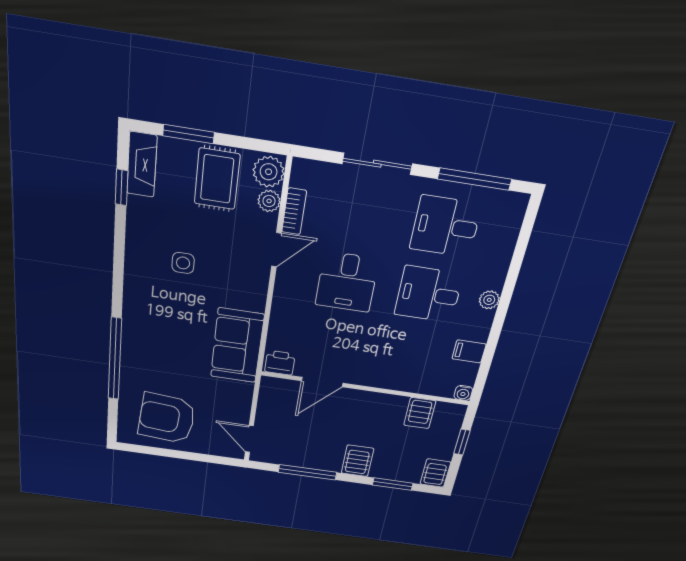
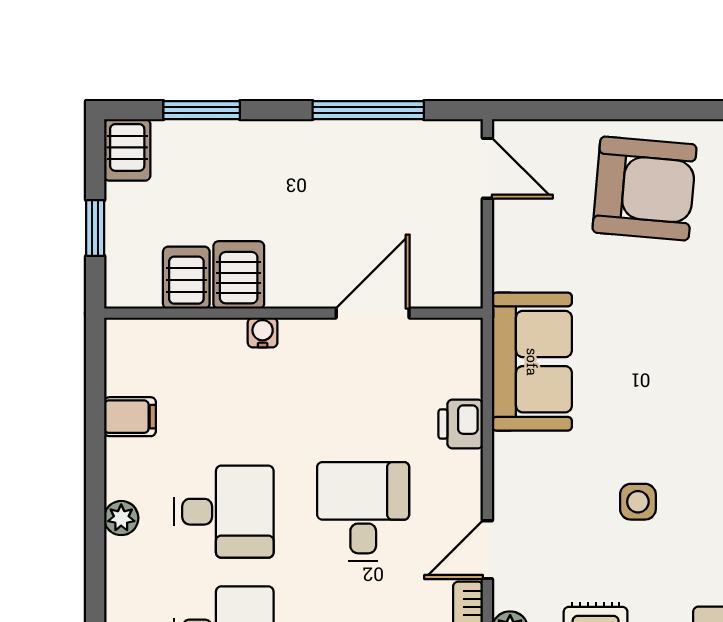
printer: (280, 363) -> (461, 424), moved, turned 90
water cooler: (463, 393) -> (263, 333), moved
server rack: (357, 461) -> (239, 275), moved, turned 180

